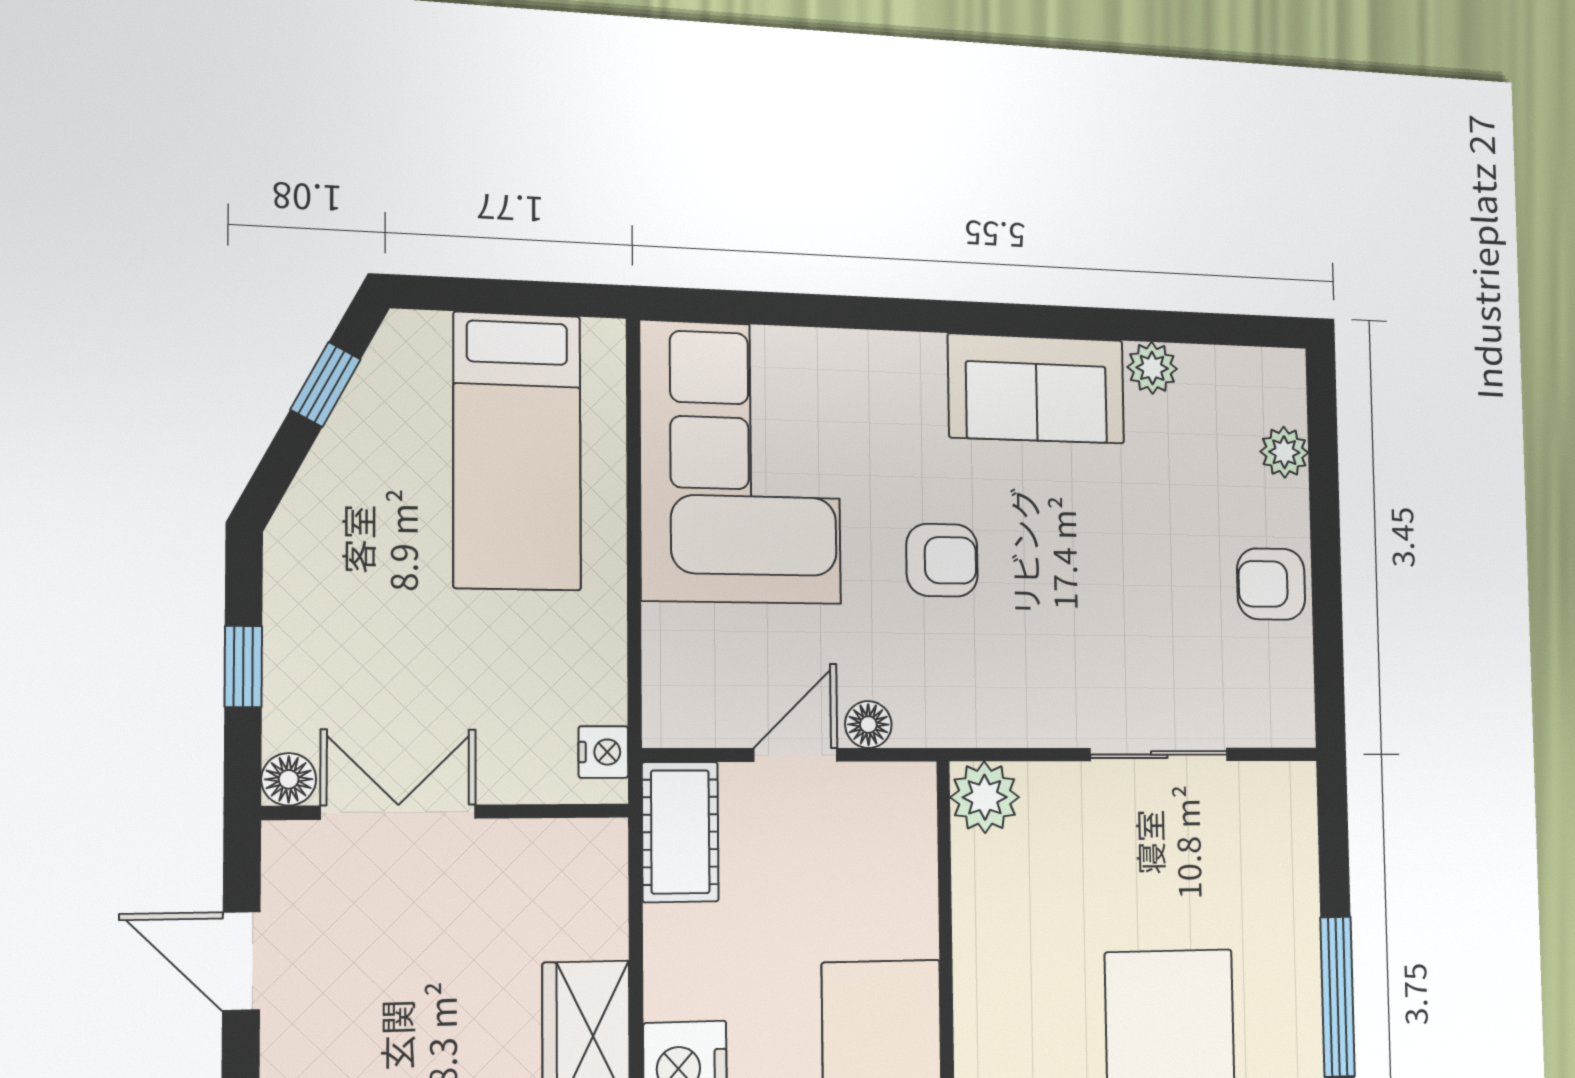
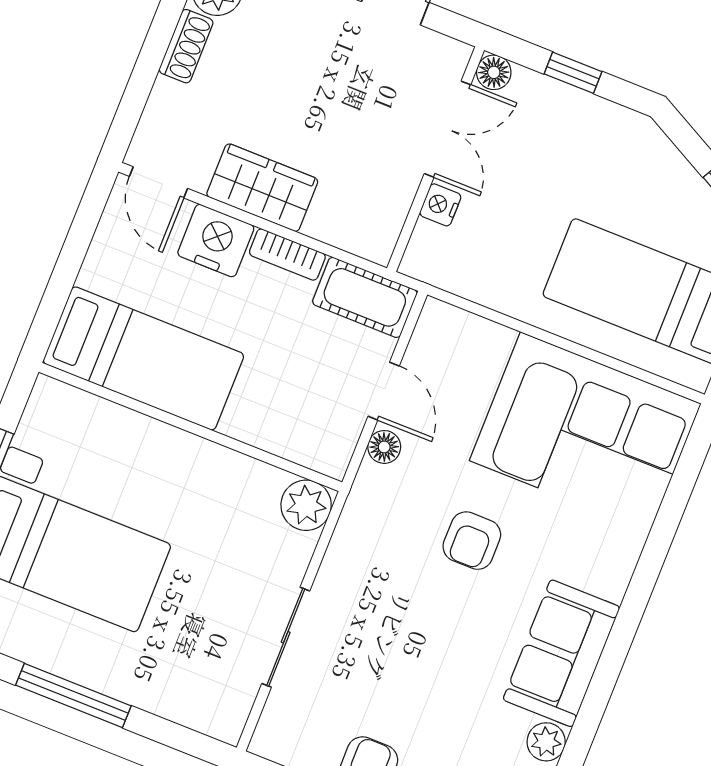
nightstand: (603, 752) -> (440, 205), moved, turned 90
bookcase: (665, 962) -> (287, 255), added

